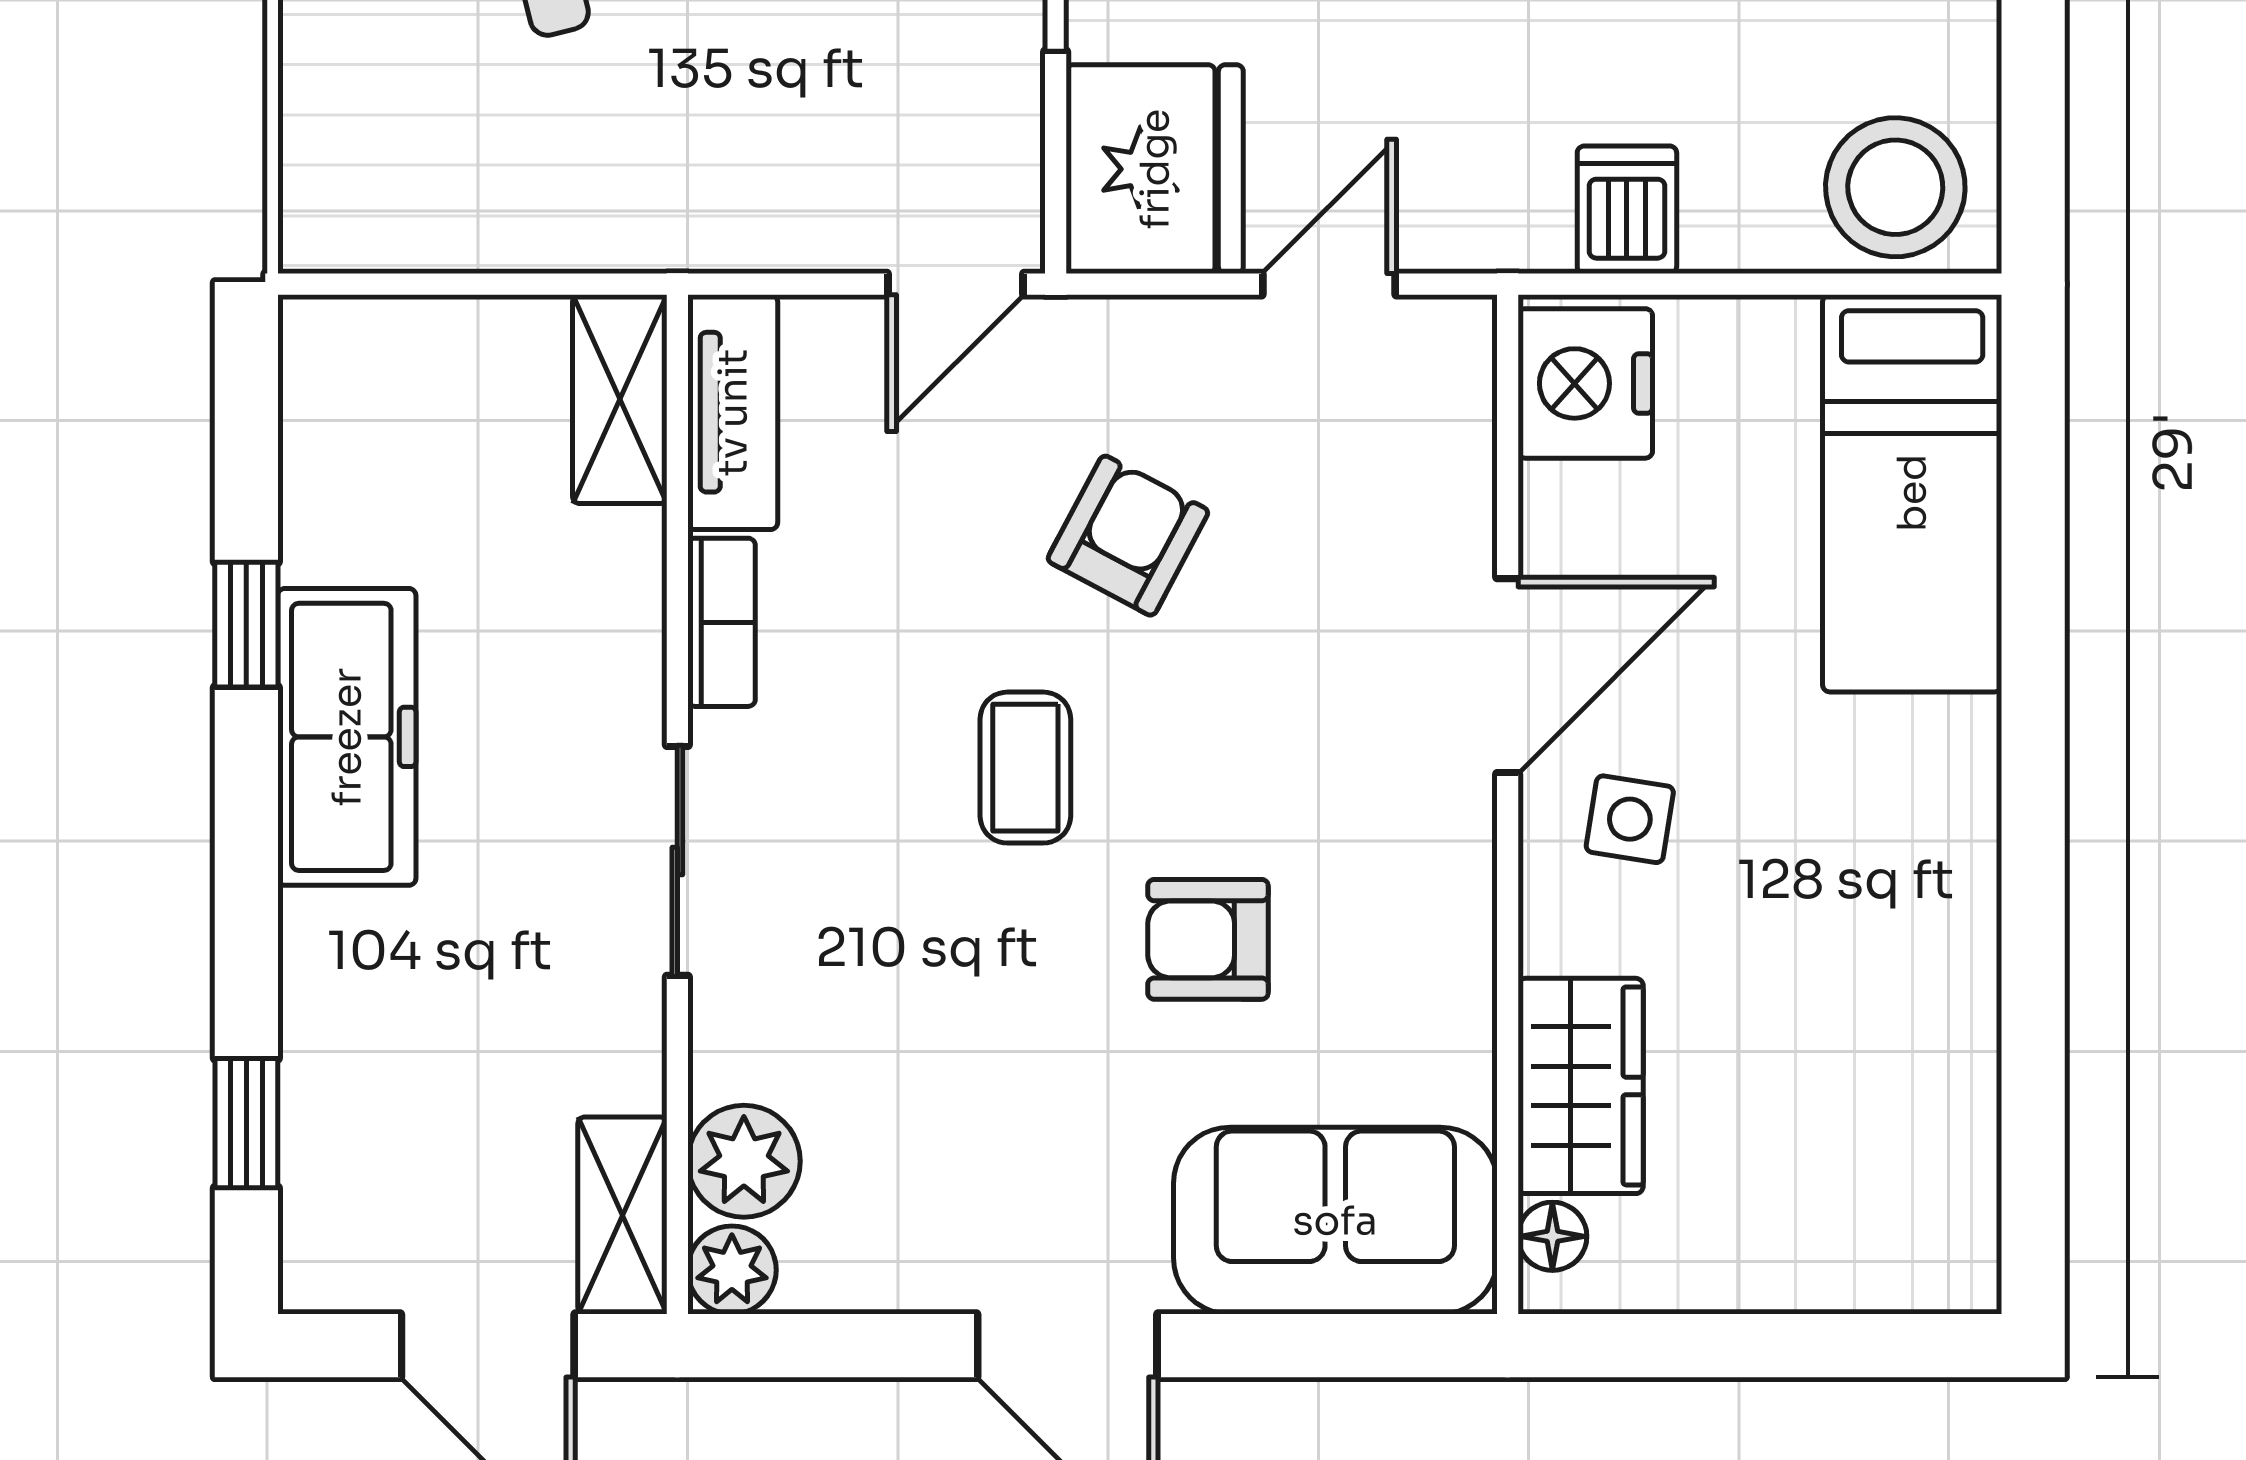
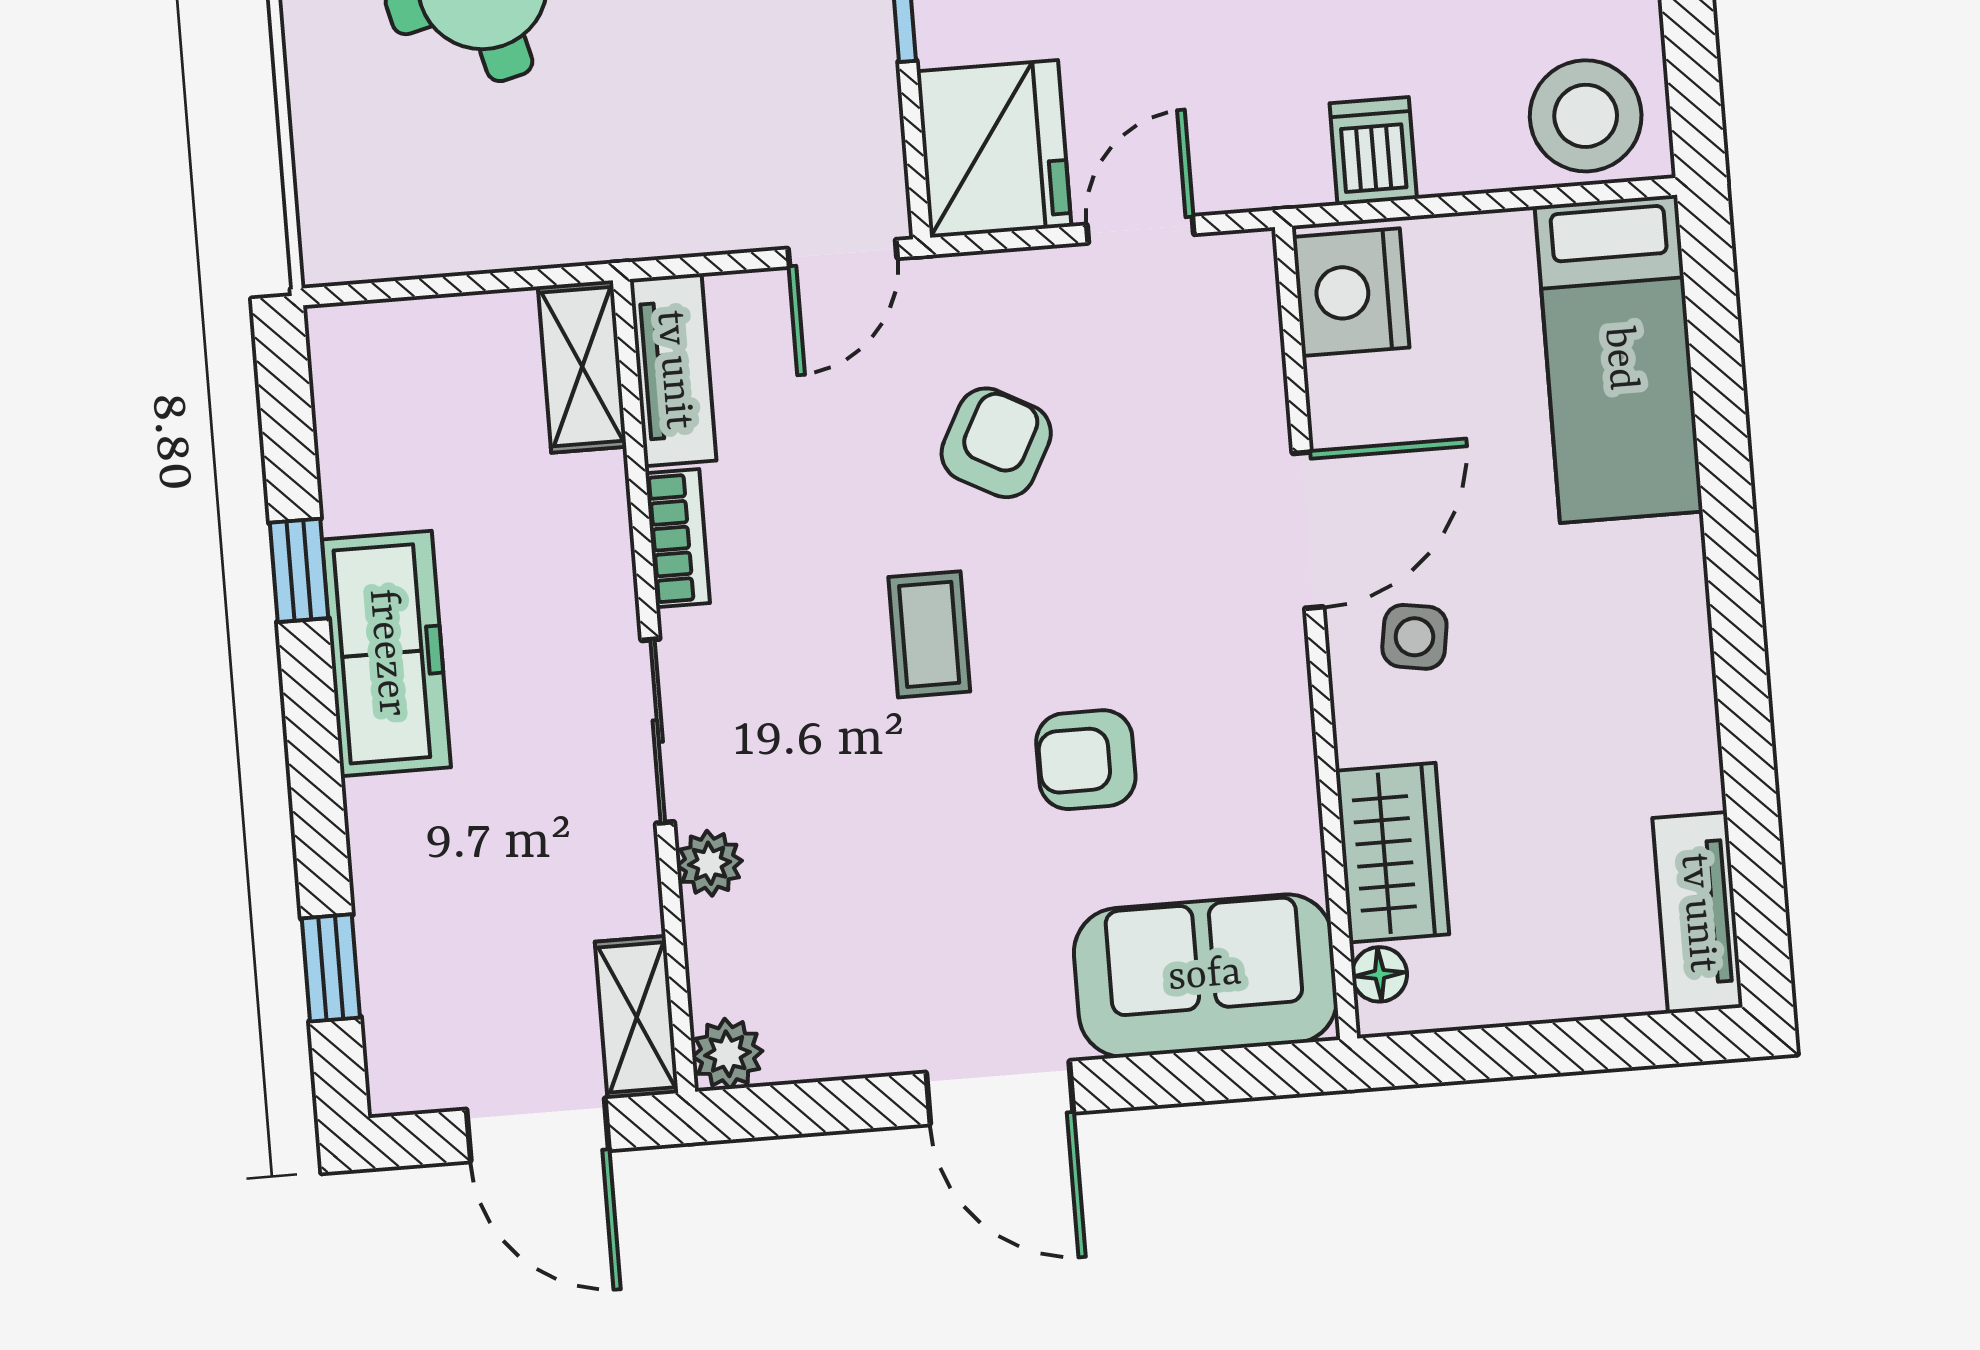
plant: (744, 1161) -> (710, 863), moved, width x0.73, depth x0.73
tv unit: (1955, 1191) -> (1697, 913), added

